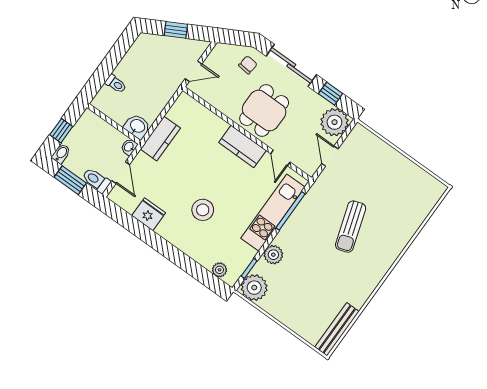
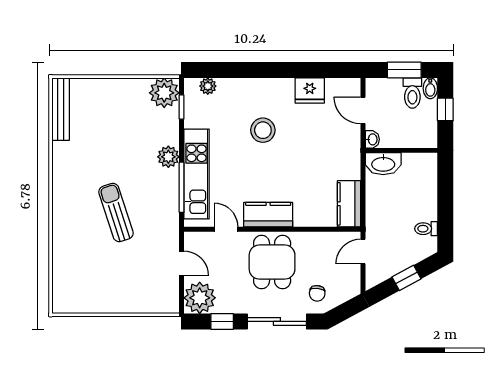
toilet: (116, 84) -> (426, 229), moved
washbasin: (137, 126) -> (383, 164), width x1.38
kitchen counter: (160, 139) -> (349, 204), moved
toilet: (96, 180) -> (412, 93), moved, turned 90
plant: (273, 255) -> (168, 157), moved

